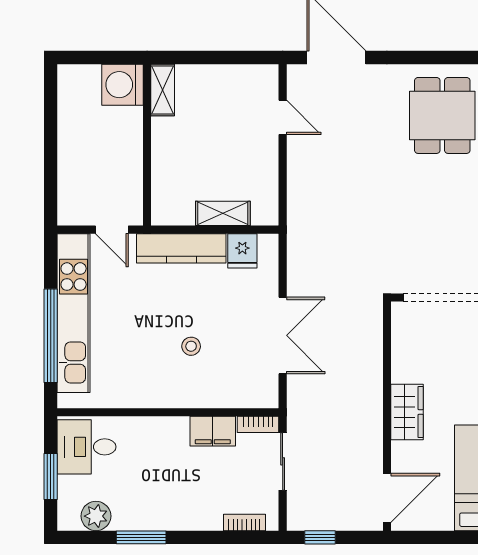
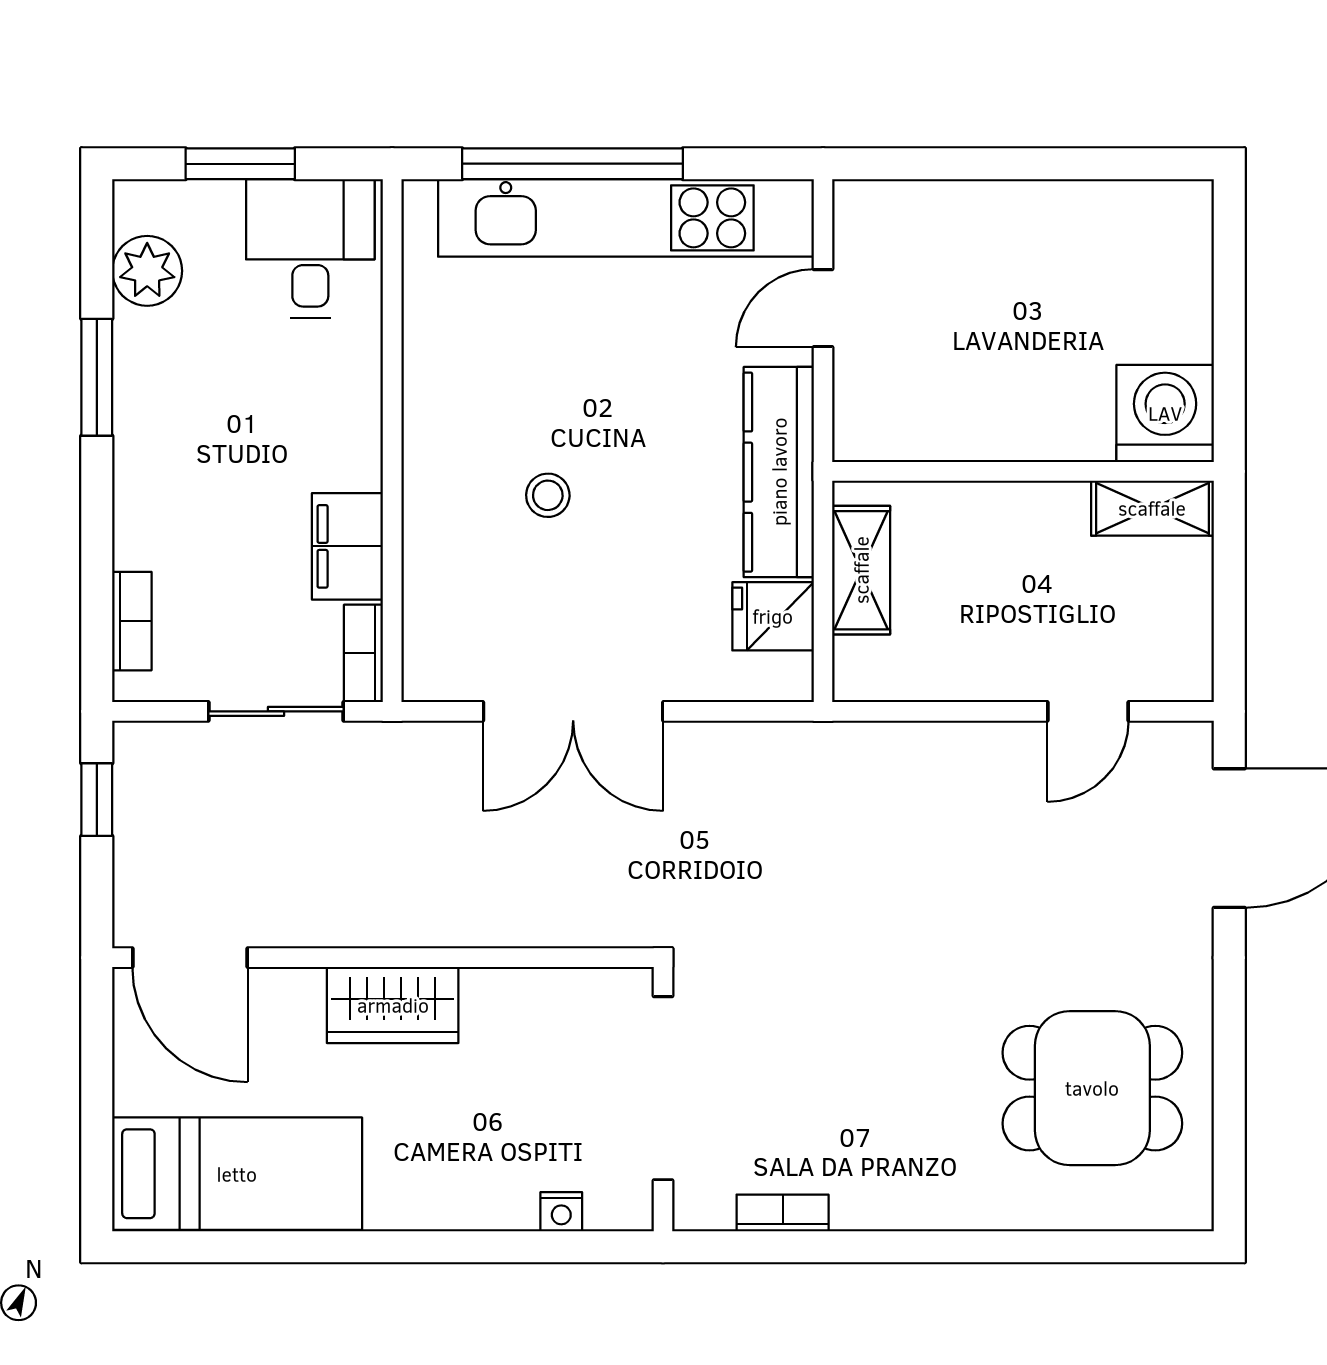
washing machine: (123, 85) -> (1165, 413), moved
shelving: (163, 90) -> (1152, 508), moved
wall: (147, 145) -> (1023, 471), moved

